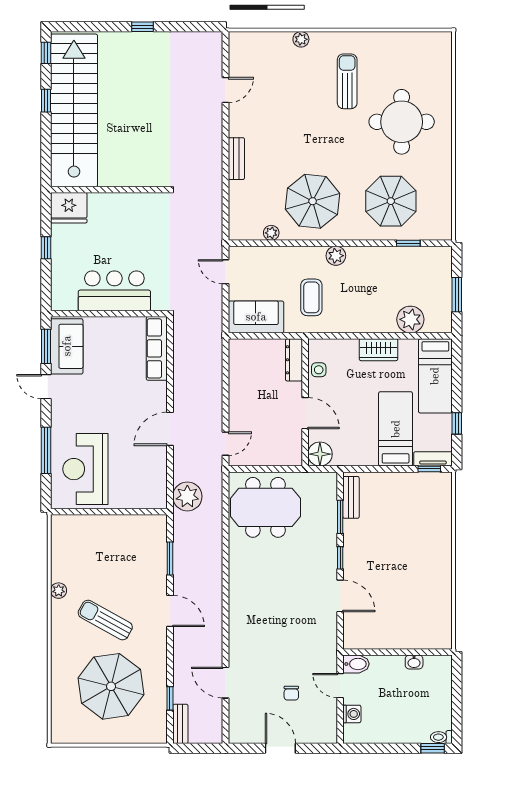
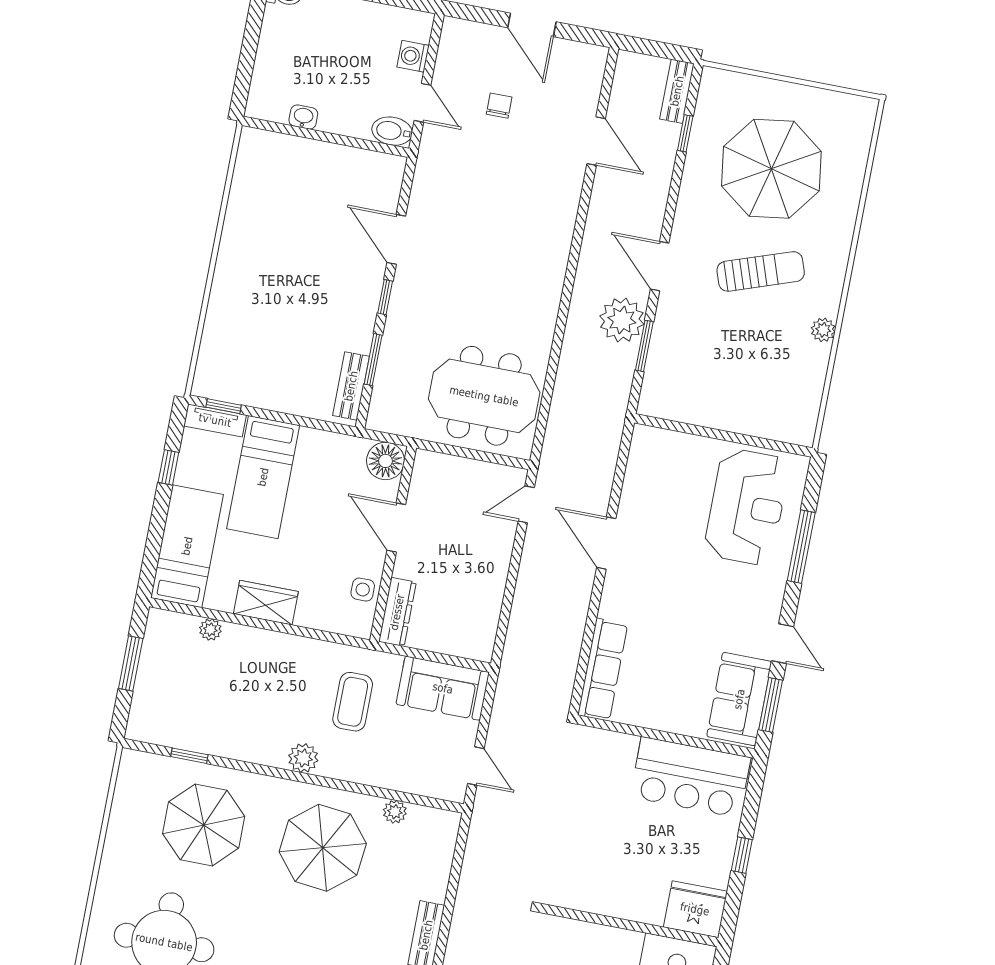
bar counter: (114, 291) -> (690, 777), moved
plant: (410, 319) -> (210, 630), width x0.53, depth x0.53
door: (170, 429) -> (606, 543), swing flipped
plant: (187, 496) -> (622, 320), moved
sun lounger: (105, 620) -> (761, 271), turned -48

